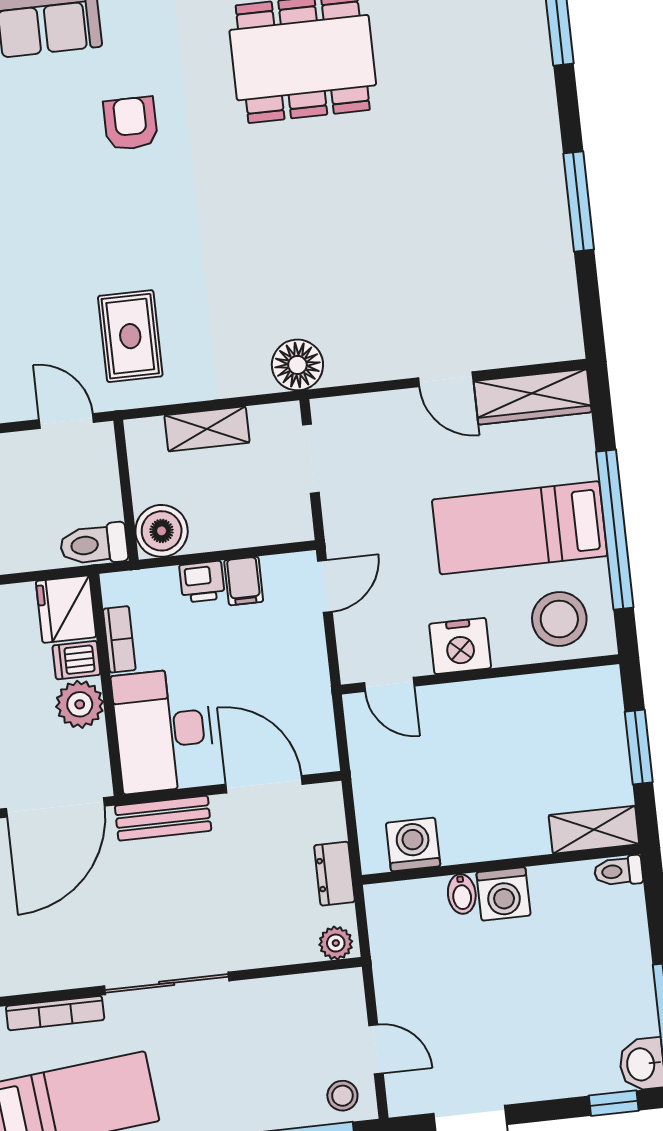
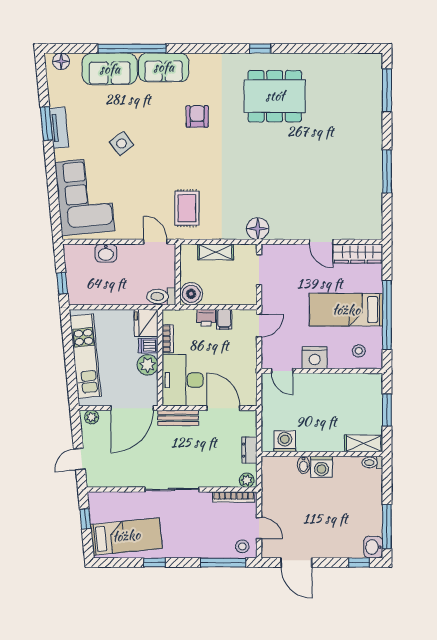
stool: (559, 619) -> (359, 351), width x0.53, depth x0.53
bookcase: (55, 1013) -> (234, 497), moved

